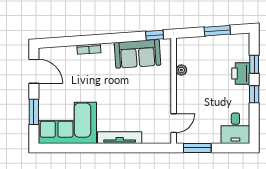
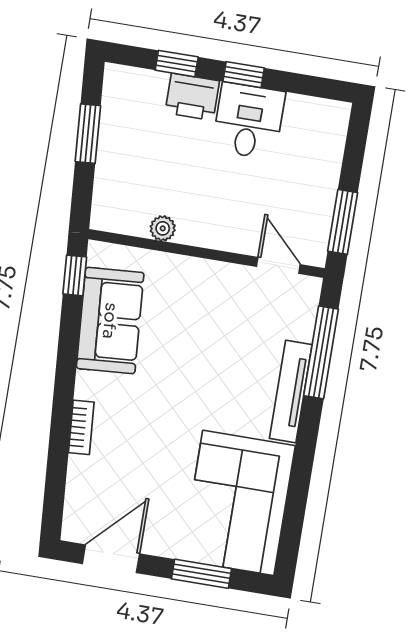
desk: (235, 128) -> (249, 121), moved, turned -90
window: (139, 148) -> (321, 352), added

